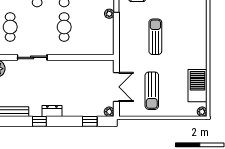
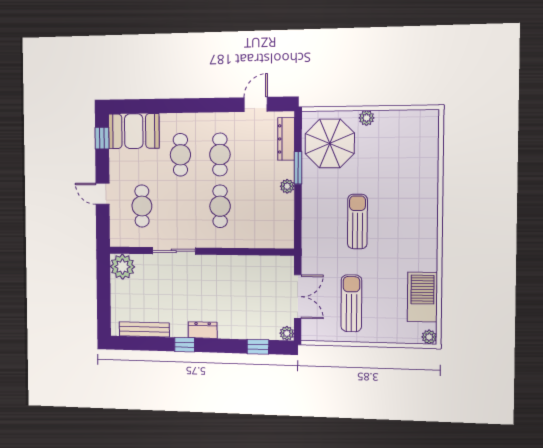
sun lounger: (152, 91) -> (351, 303), turned 180

